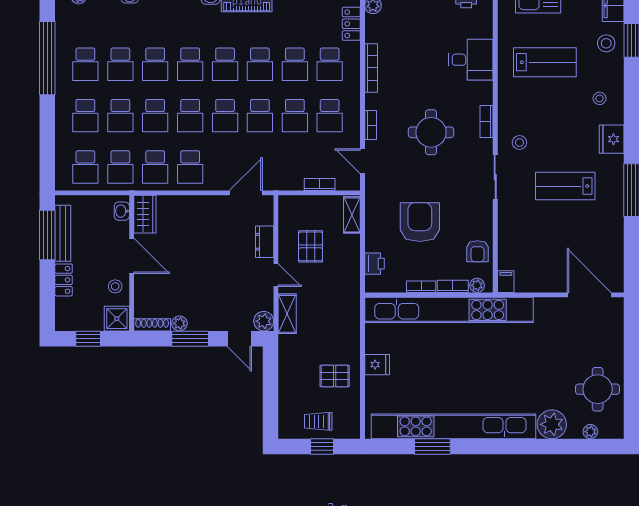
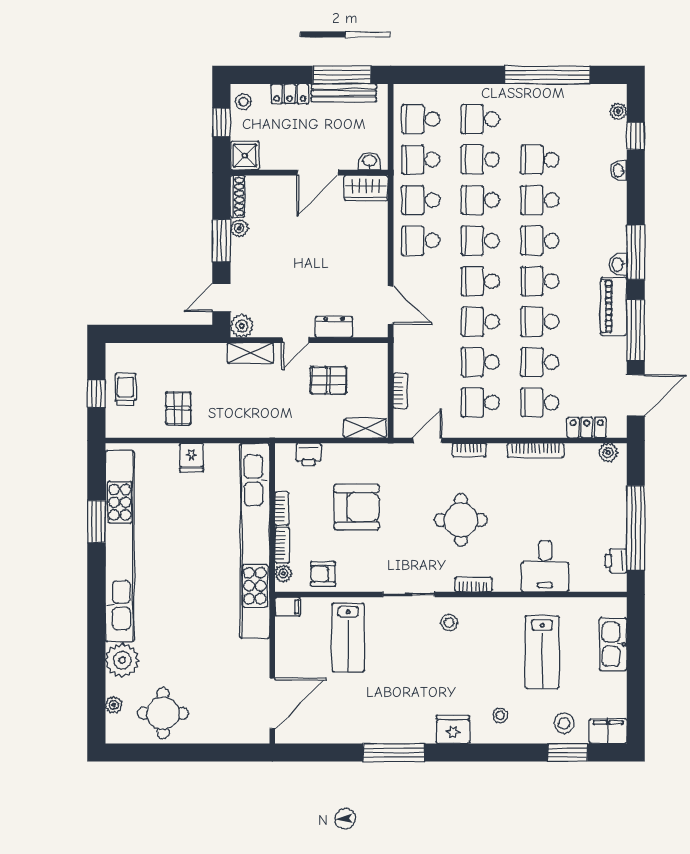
school desk: (85, 64) -> (540, 119), removed
lab bench: (565, 186) -> (348, 638), moved, turned 180
stool: (115, 286) -> (243, 102), moved

